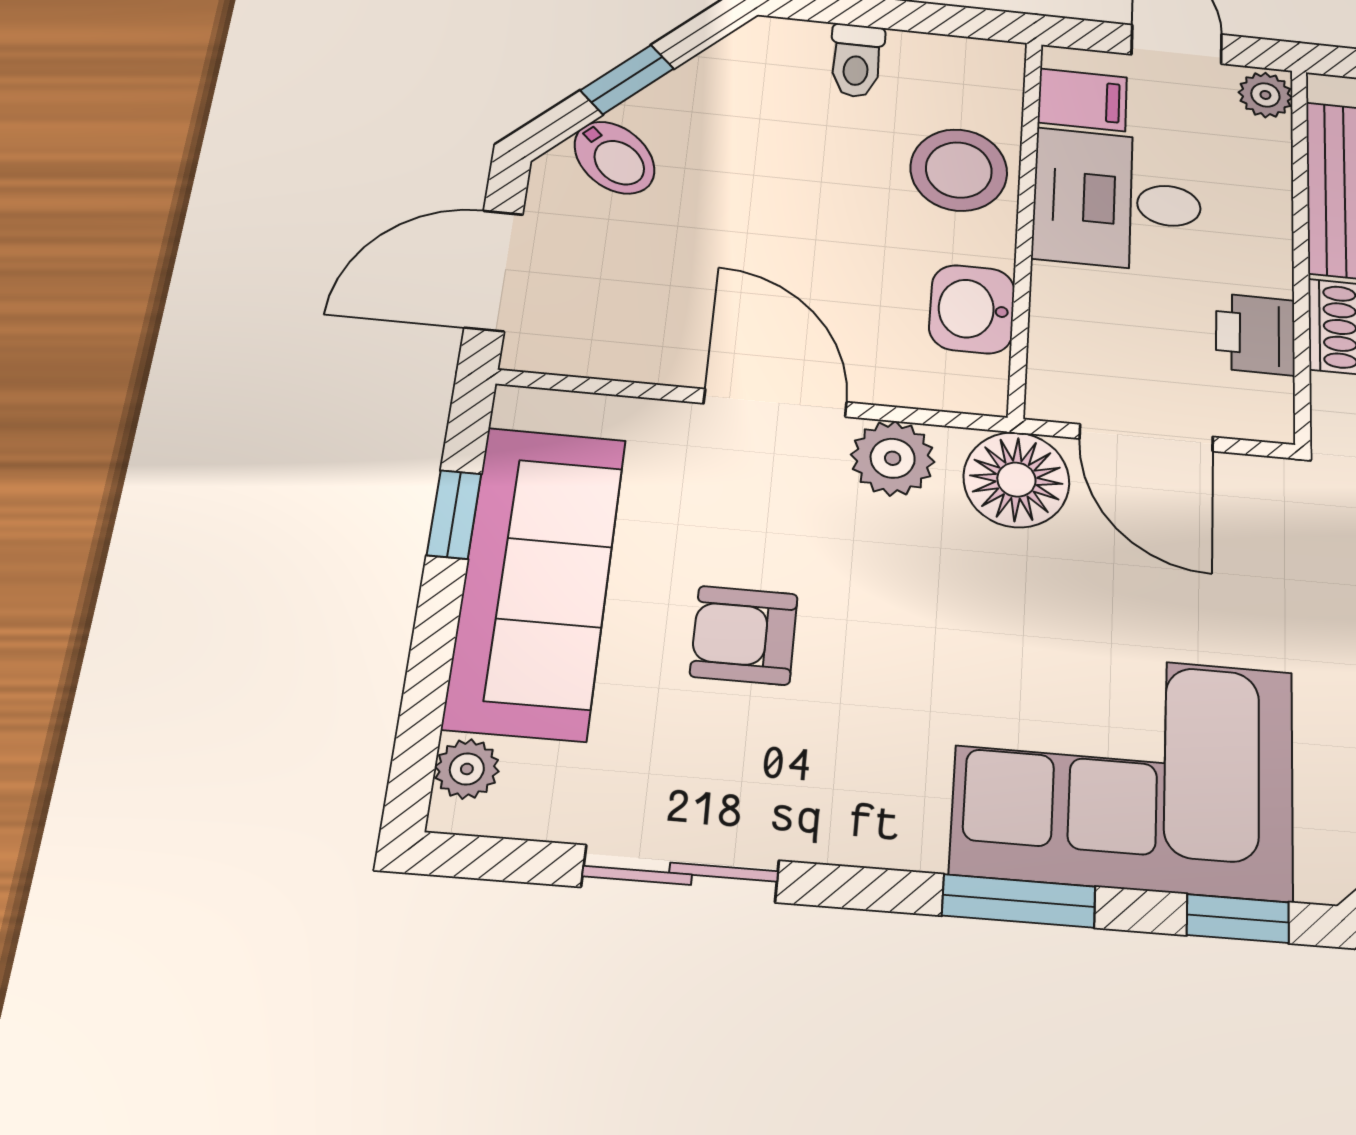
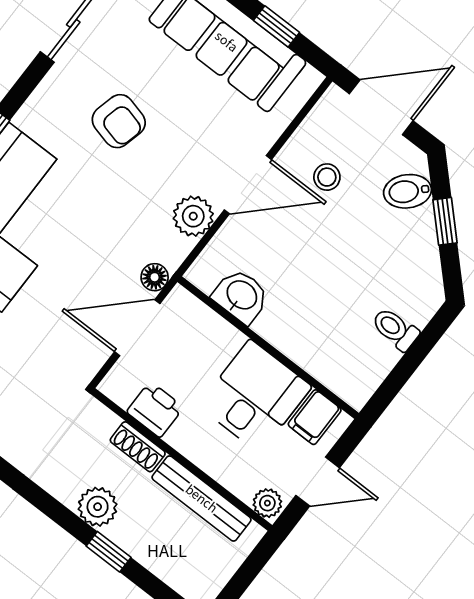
stool: (959, 170) -> (327, 177), moved, width x0.53, depth x0.53
door: (494, 271) -> (381, 107), hinge flipped
floor lamp: (1016, 480) -> (155, 277), width x0.53, depth x0.53
armchair: (744, 635) -> (119, 121), moved, turned 104

